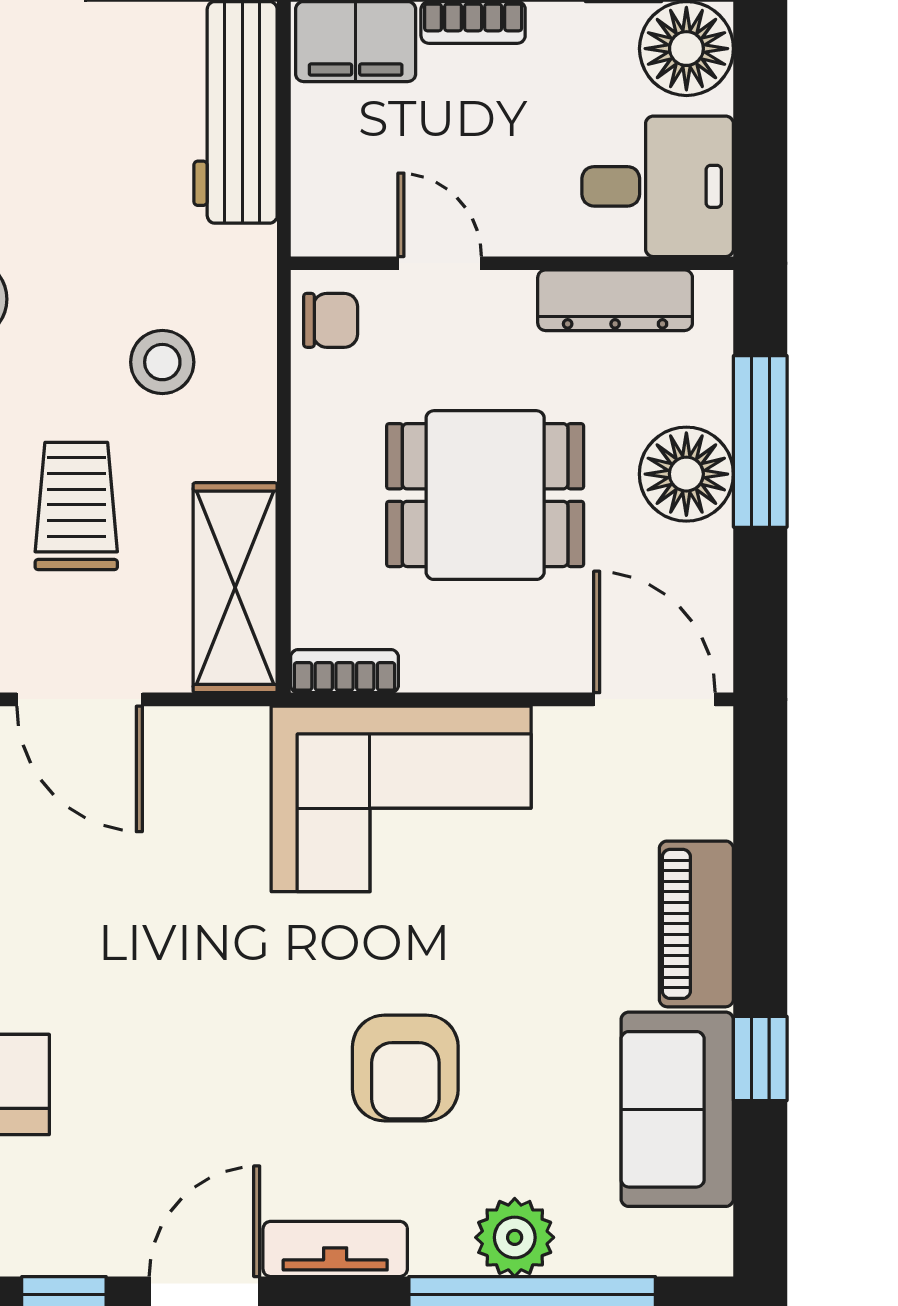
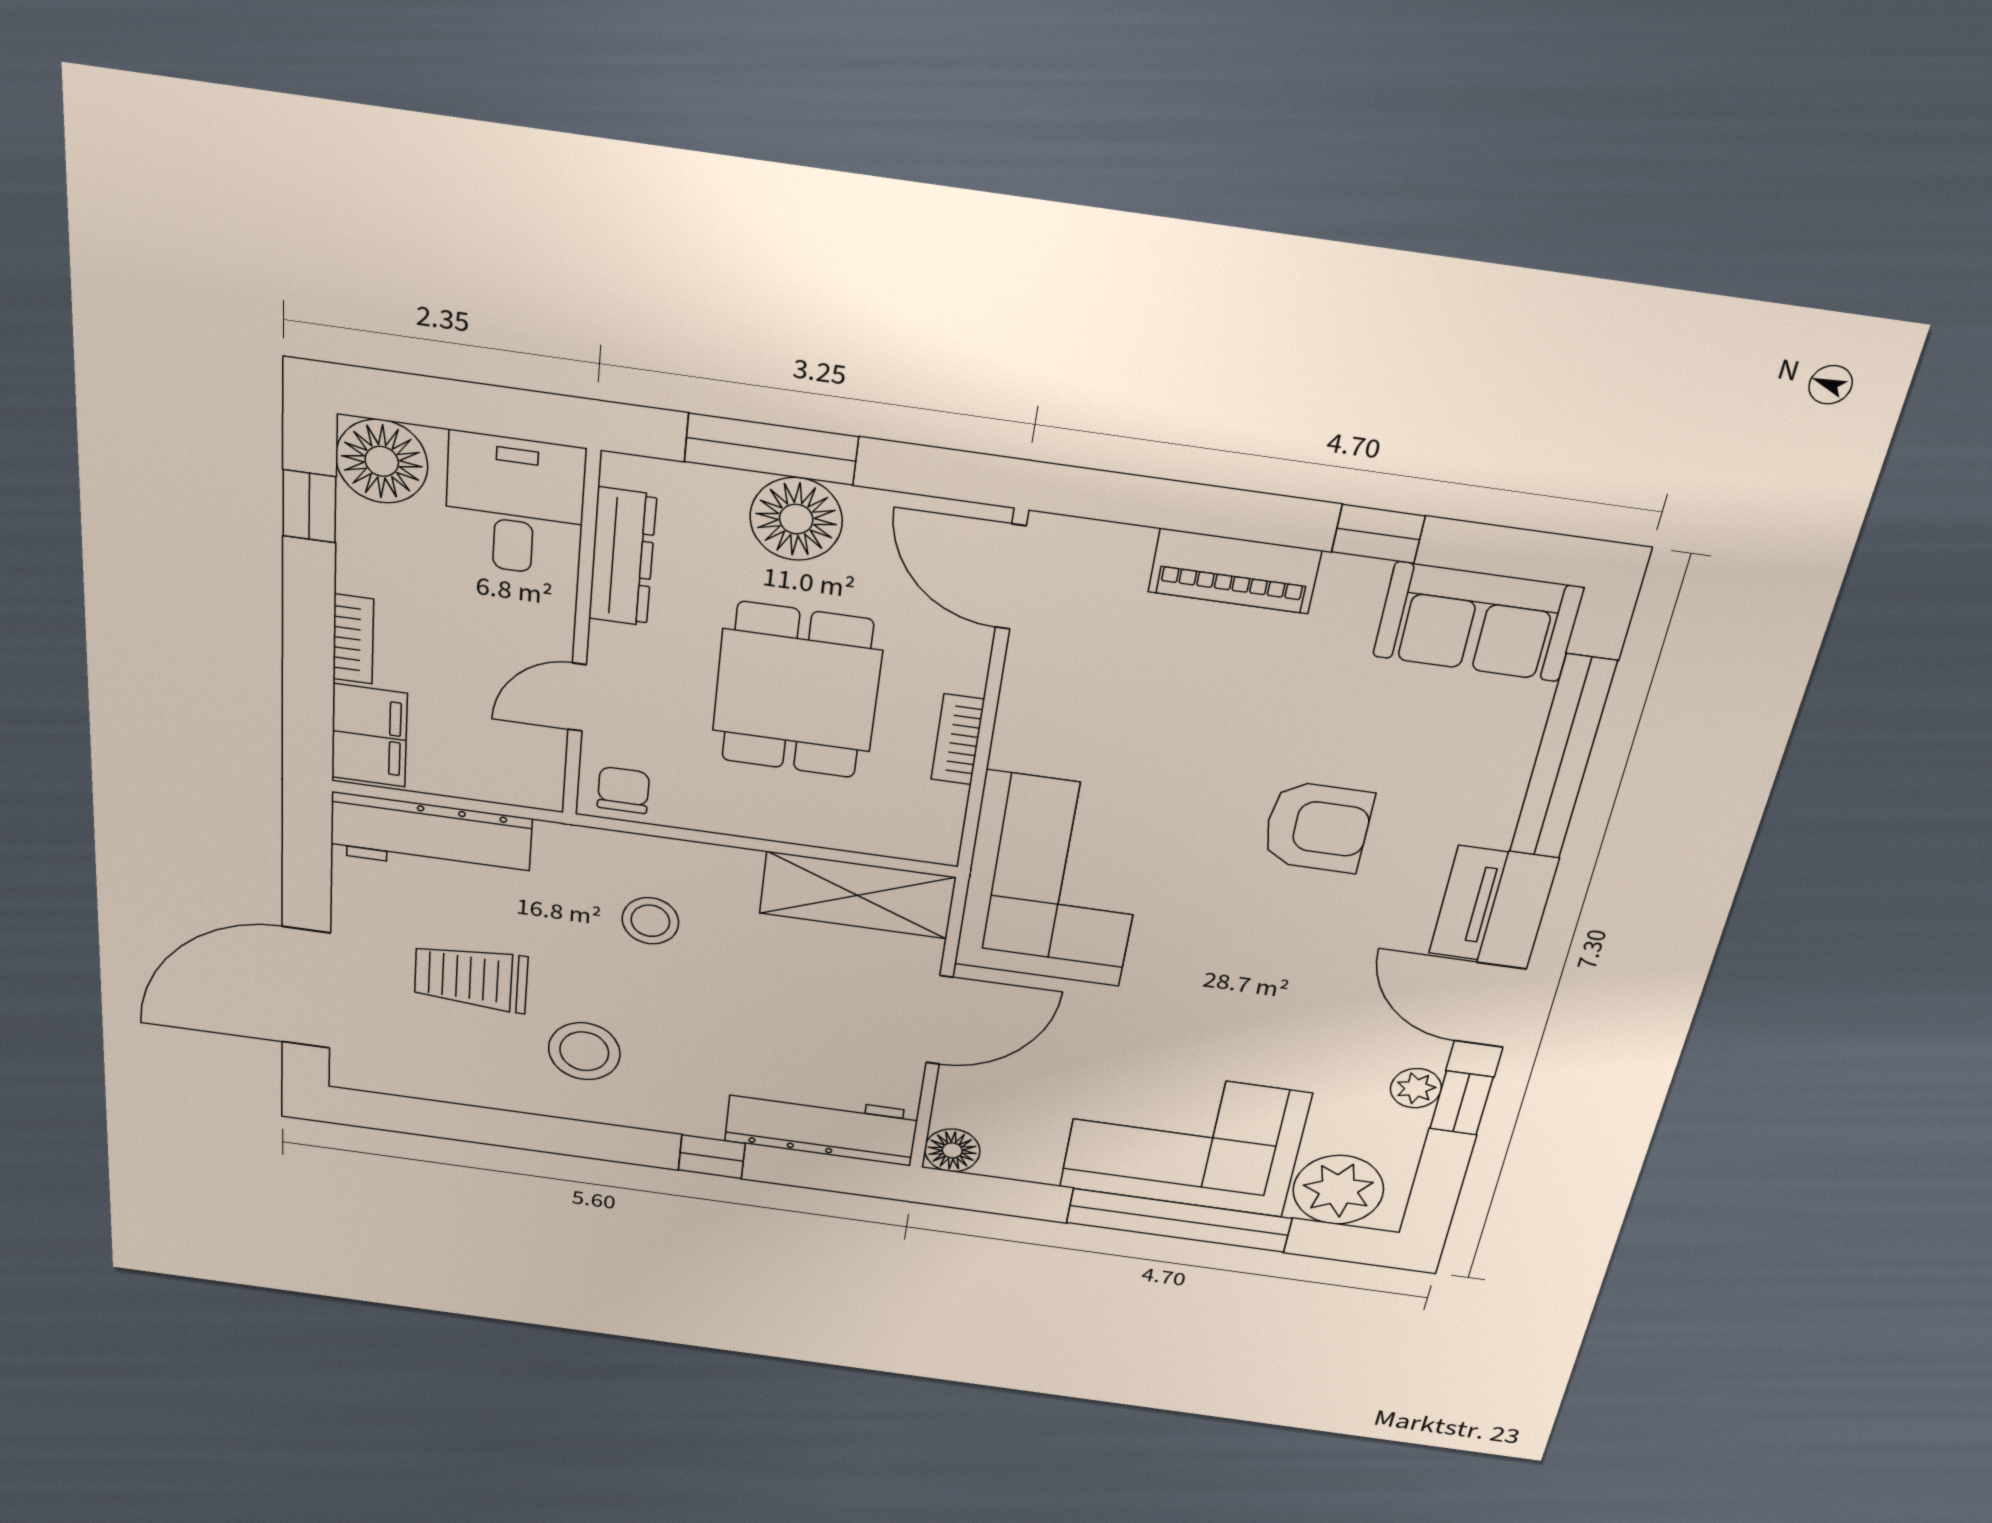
trolley: (76, 506) -> (471, 978), moved
bookcase: (345, 671) -> (958, 739), moved
door: (654, 699) -> (1011, 577), hinge flipped
corner sofa: (401, 799) -> (1054, 880), moved
sofa: (677, 1109) -> (1478, 622), moved
plant: (515, 1237) -> (1416, 1088), moved, width x0.73, depth x0.73

